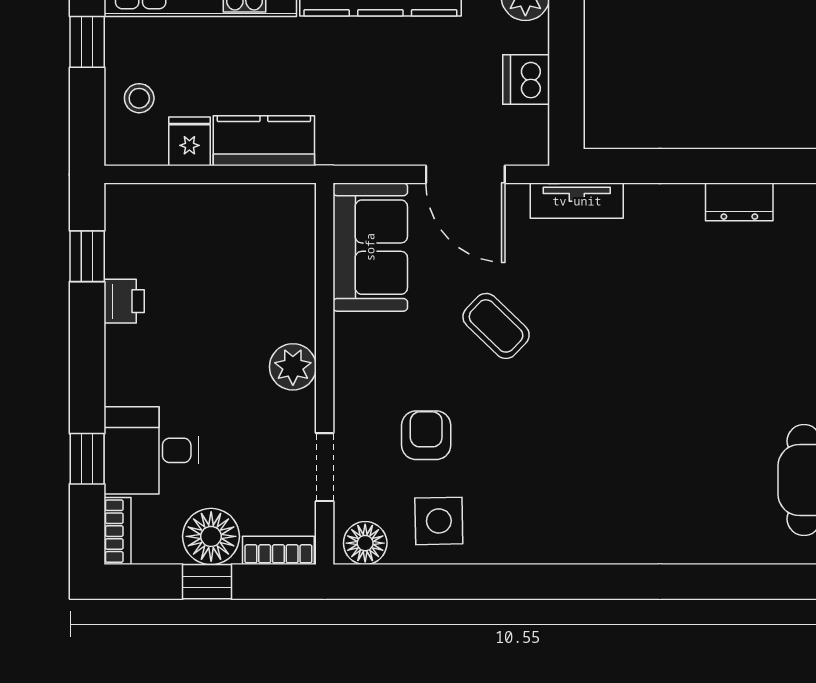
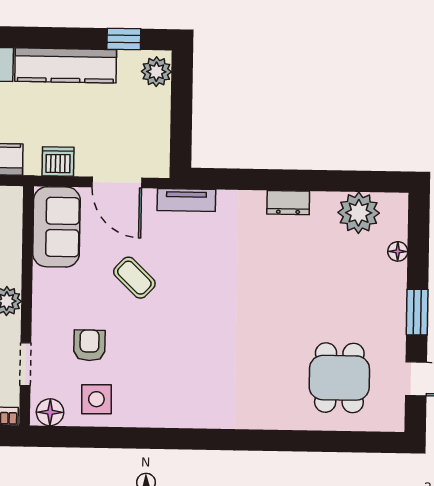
dishwasher: (526, 80) -> (58, 162), moved, turned 90

